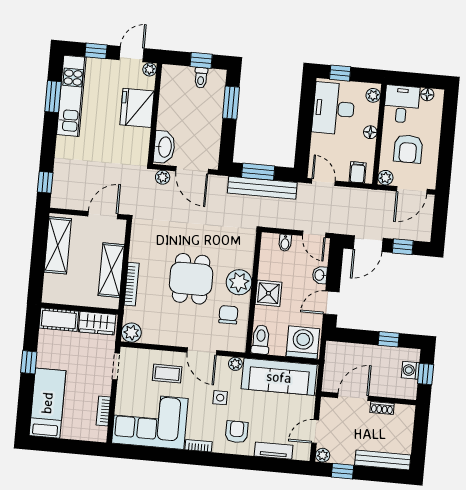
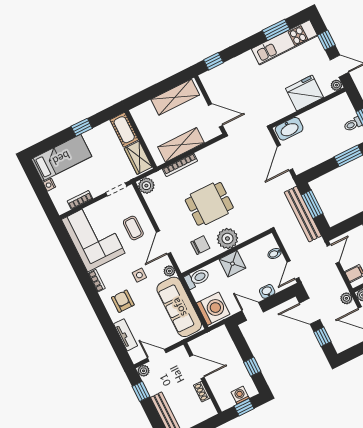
plant: (163, 177) -> (346, 298), moved
armchair: (237, 432) -> (123, 301), turned -90
nightstand: (68, 433) -> (49, 185), added

